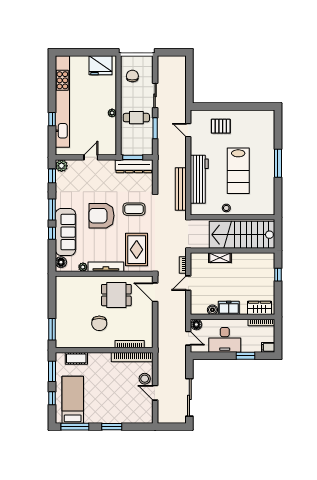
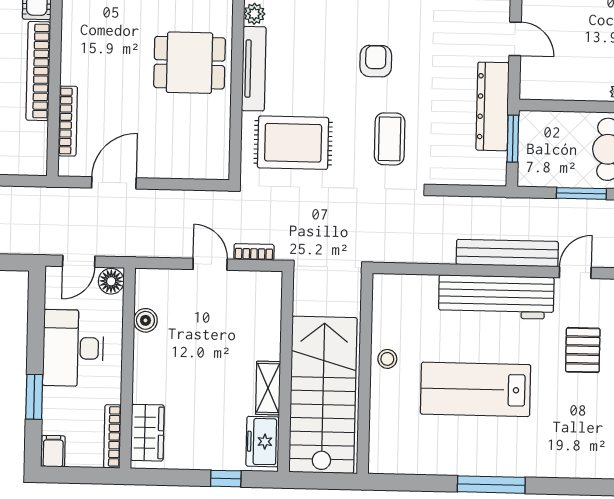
dresser: (134, 166) -> (493, 106), moved
workbench: (199, 179) -> (496, 297), moved
bench: (181, 189) -> (507, 253), moved
armchair: (102, 216) -> (376, 61), width x0.53, depth x0.53
shelving: (220, 258) -> (268, 388), moved
door: (155, 292) -> (114, 183), moved
dining table: (116, 295) -> (190, 63), moved, turned 90
freezer: (229, 308) -> (263, 442), moved, turned 180
chair: (99, 323) -> (119, 50), removed
bookcase: (132, 357) -> (38, 71), moved

